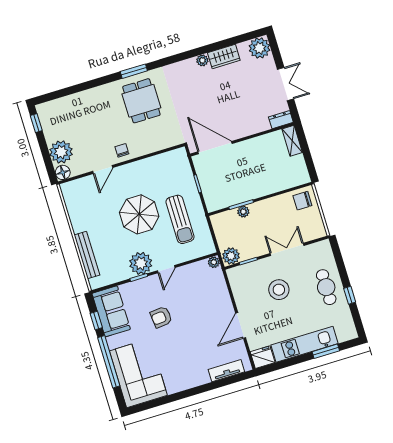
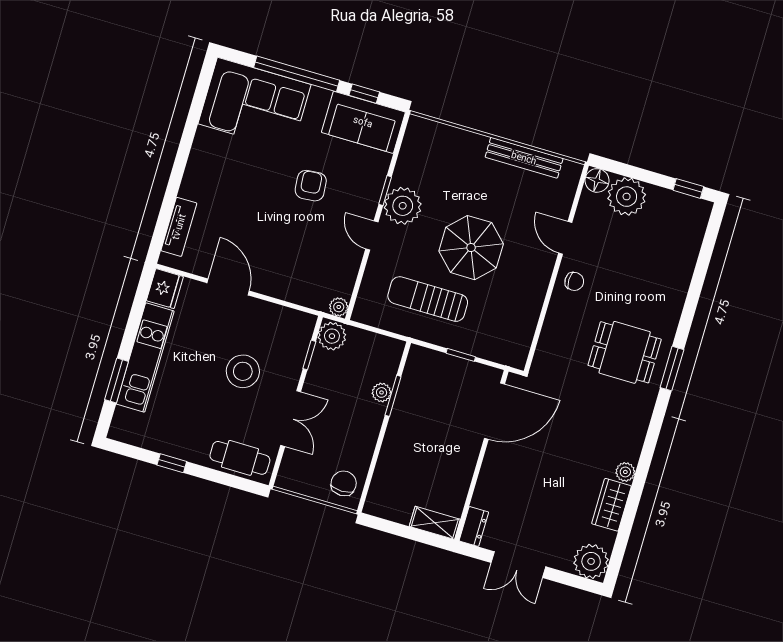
bench: (87, 255) -> (524, 158), moved
cafe table: (326, 287) -> (240, 458), moved

